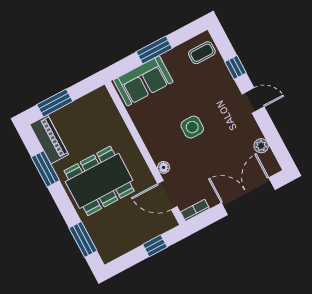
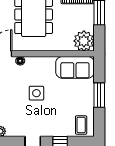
sofa: (143, 81) -> (75, 67), moved, turned -90
plant: (99, 103) -> (84, 41), added

